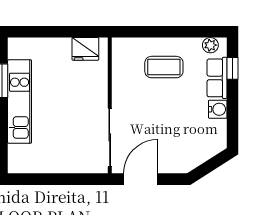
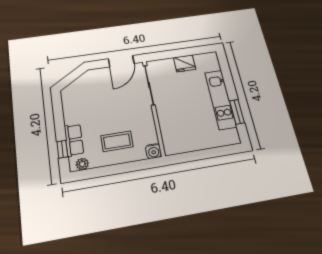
fridge: (85, 49) -> (185, 63), moved, turned 180
water cooler: (218, 109) -> (153, 151), moved, turned -90

